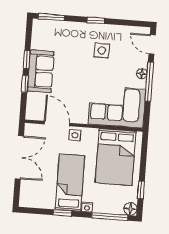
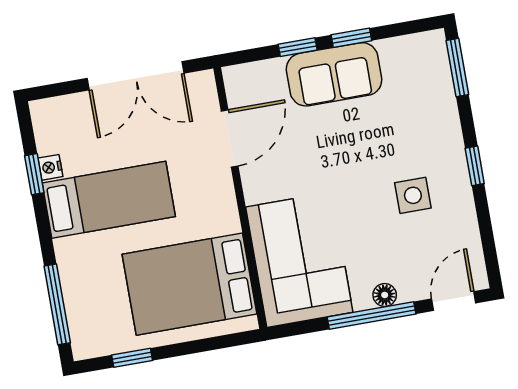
side table: (75, 135) -> (214, 184), removed
nightstand: (87, 207) -> (50, 167), moved
floor lamp: (130, 209) -> (85, 345), removed
window: (62, 213) -> (34, 174), moved

